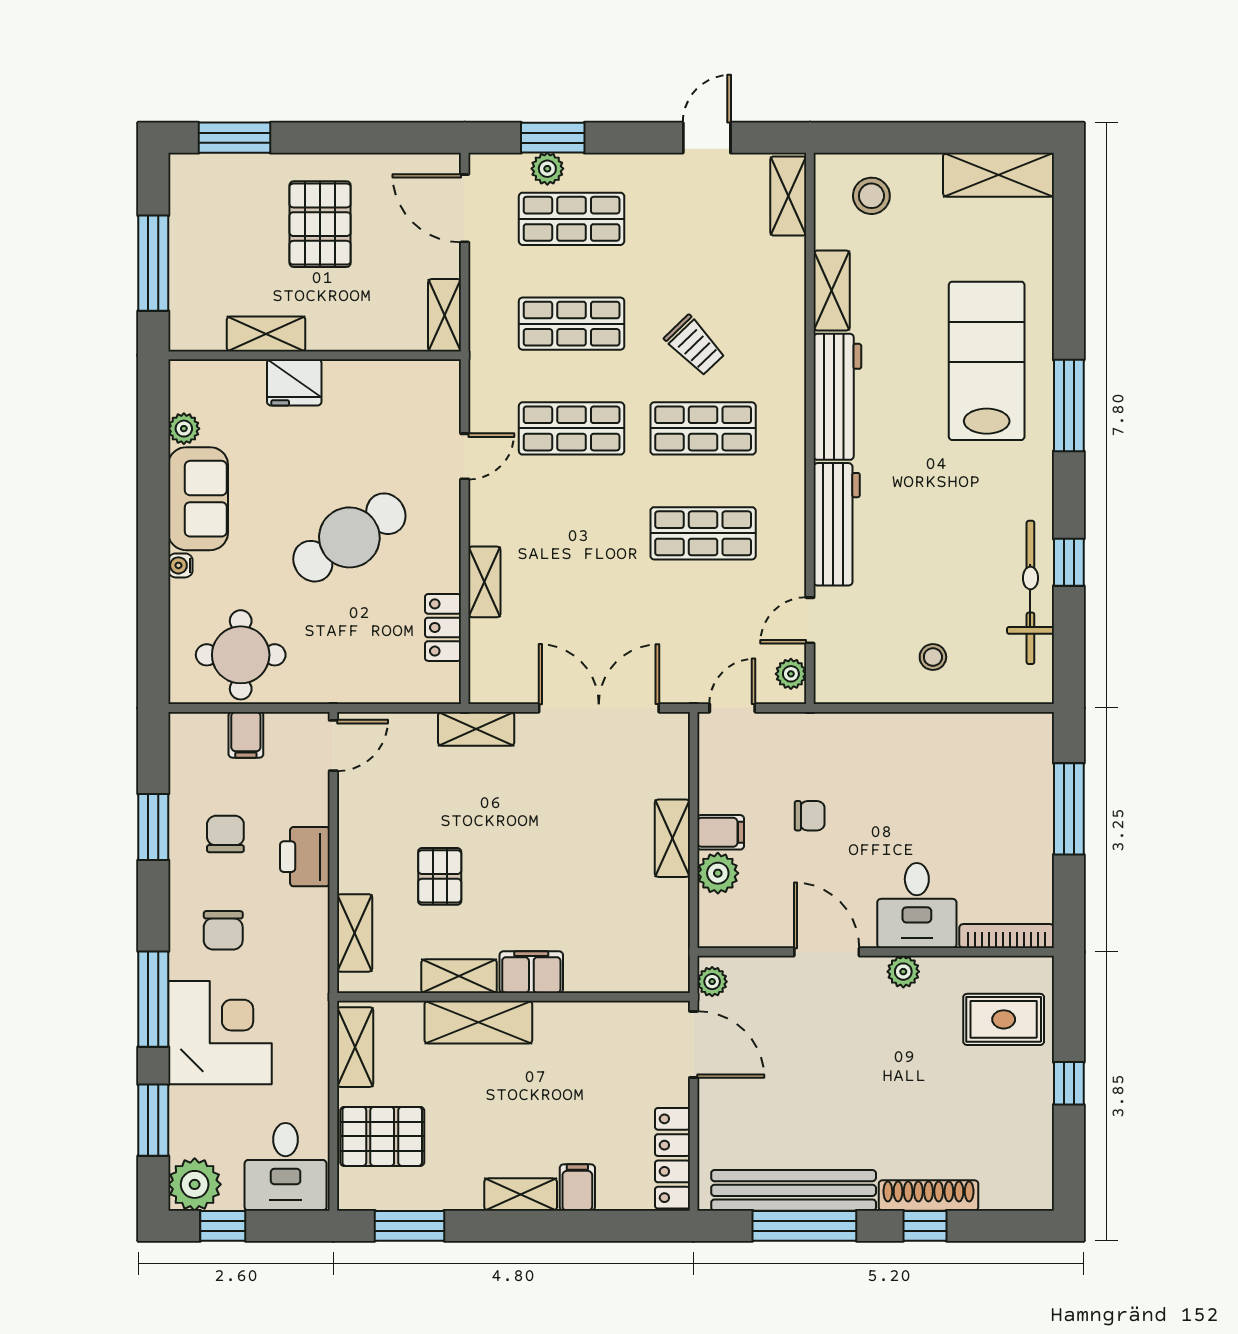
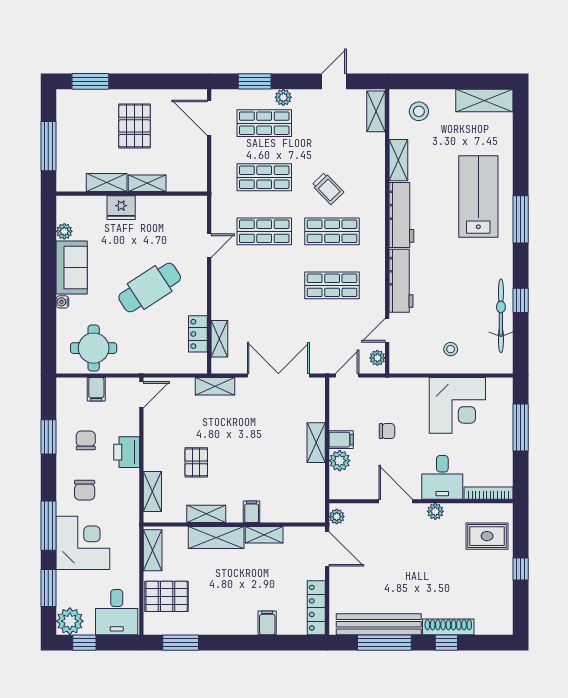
plant: (547, 169) -> (283, 97), moved
shelving: (445, 315) -> (147, 183), moved, turned 90
shelving: (484, 582) -> (219, 339), moved
corner desk: (946, 766) -> (457, 405), added
filing cabinet: (531, 972) -> (252, 512), width x0.50
shelving: (521, 1195) -> (264, 535), moved

